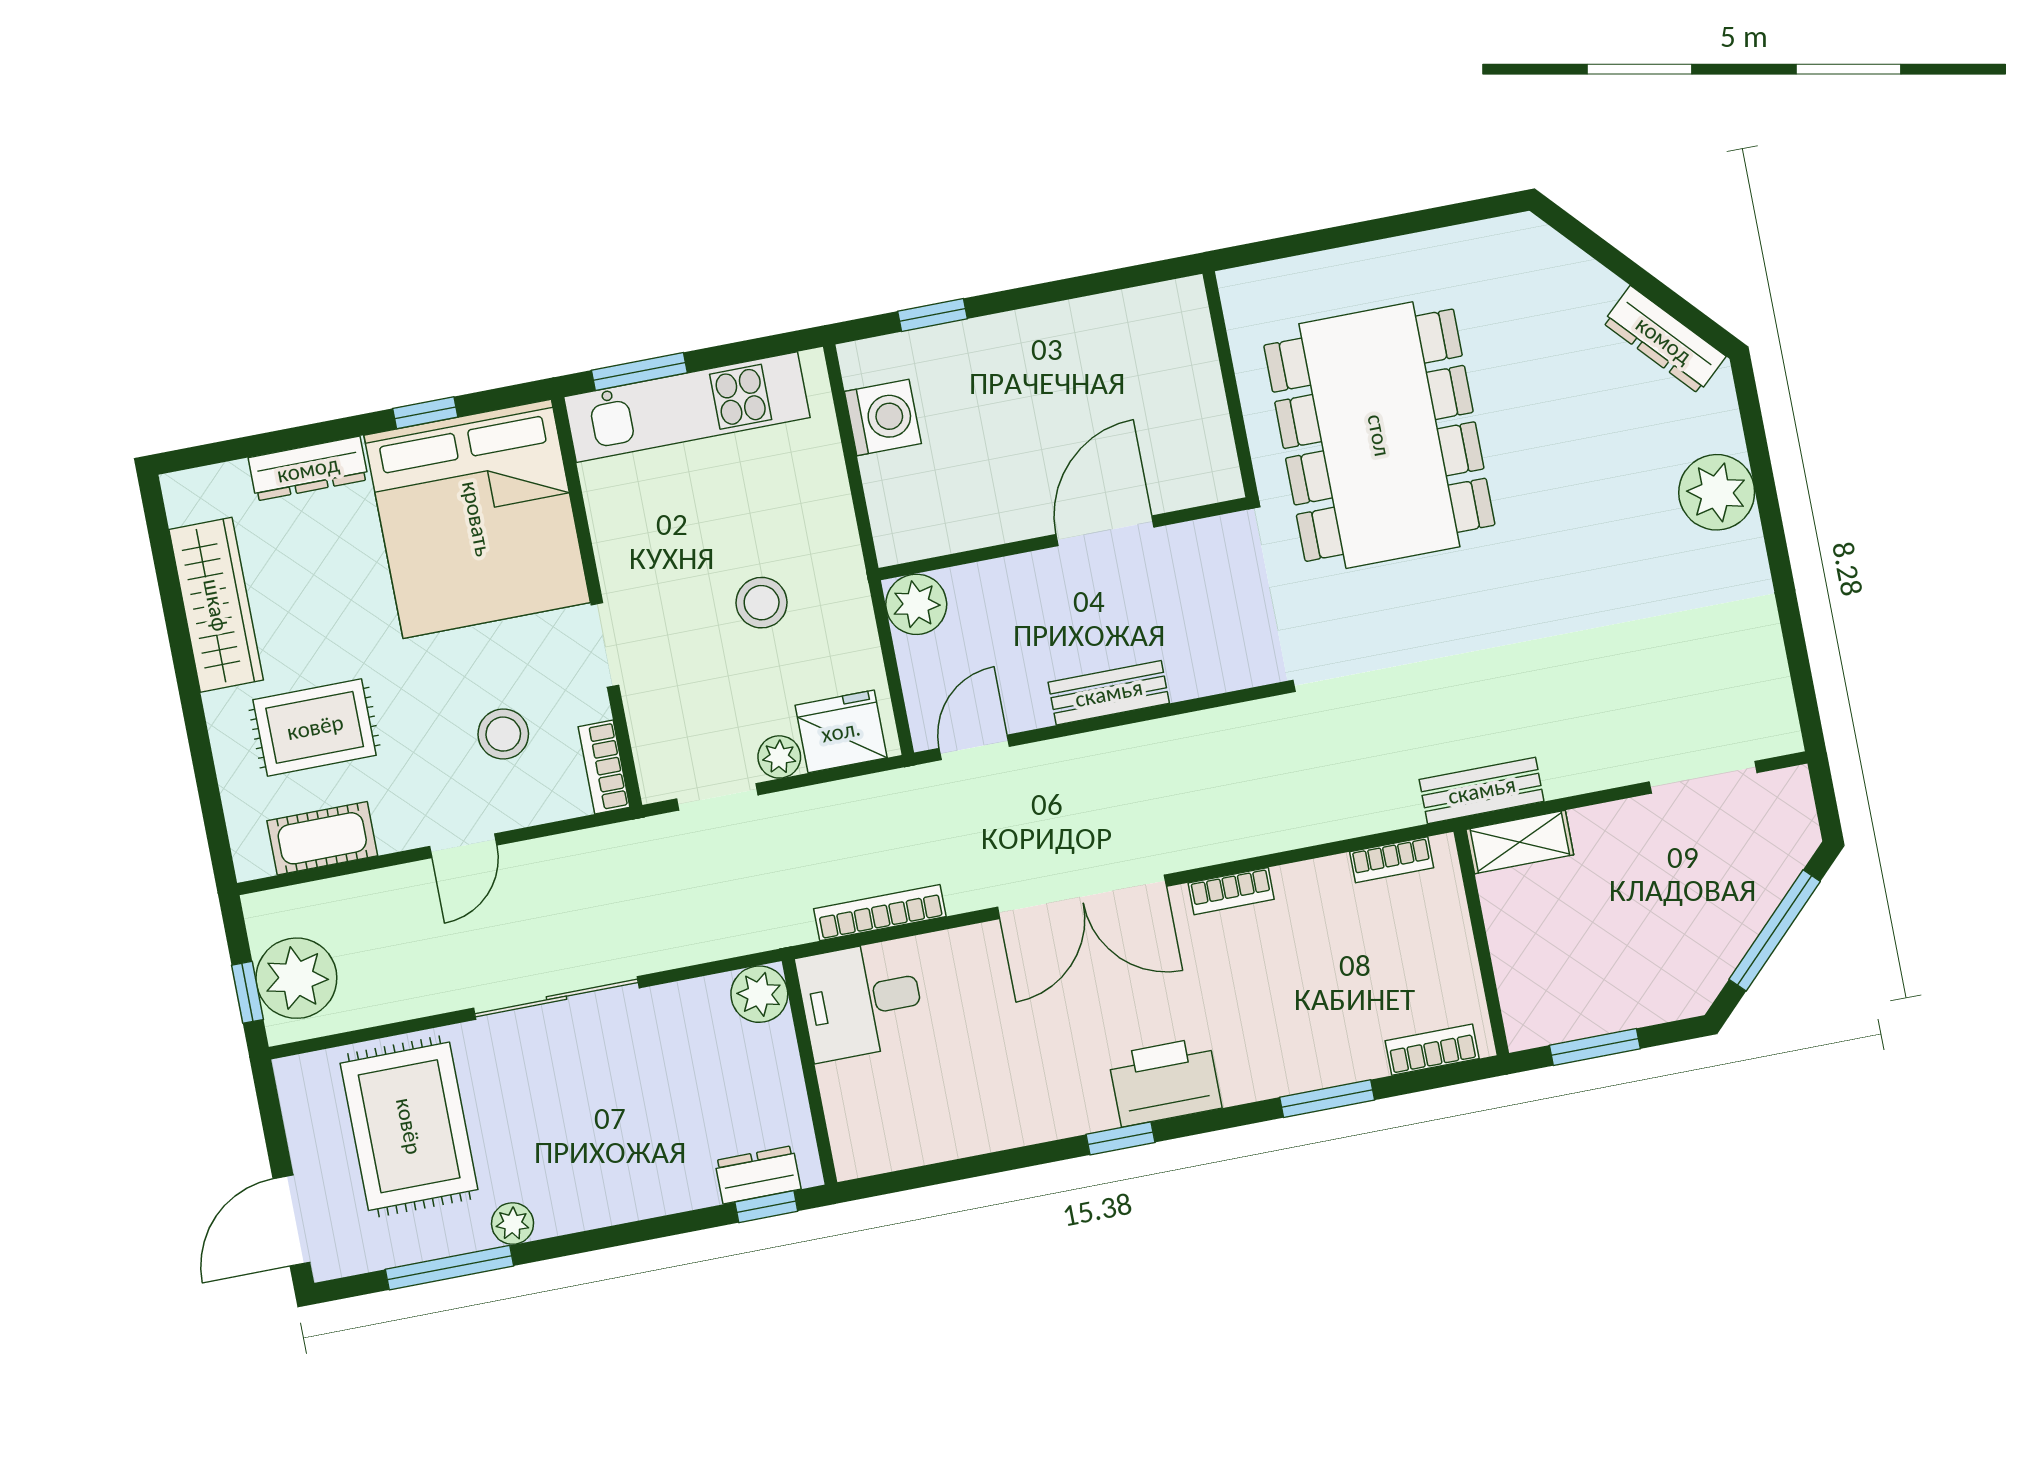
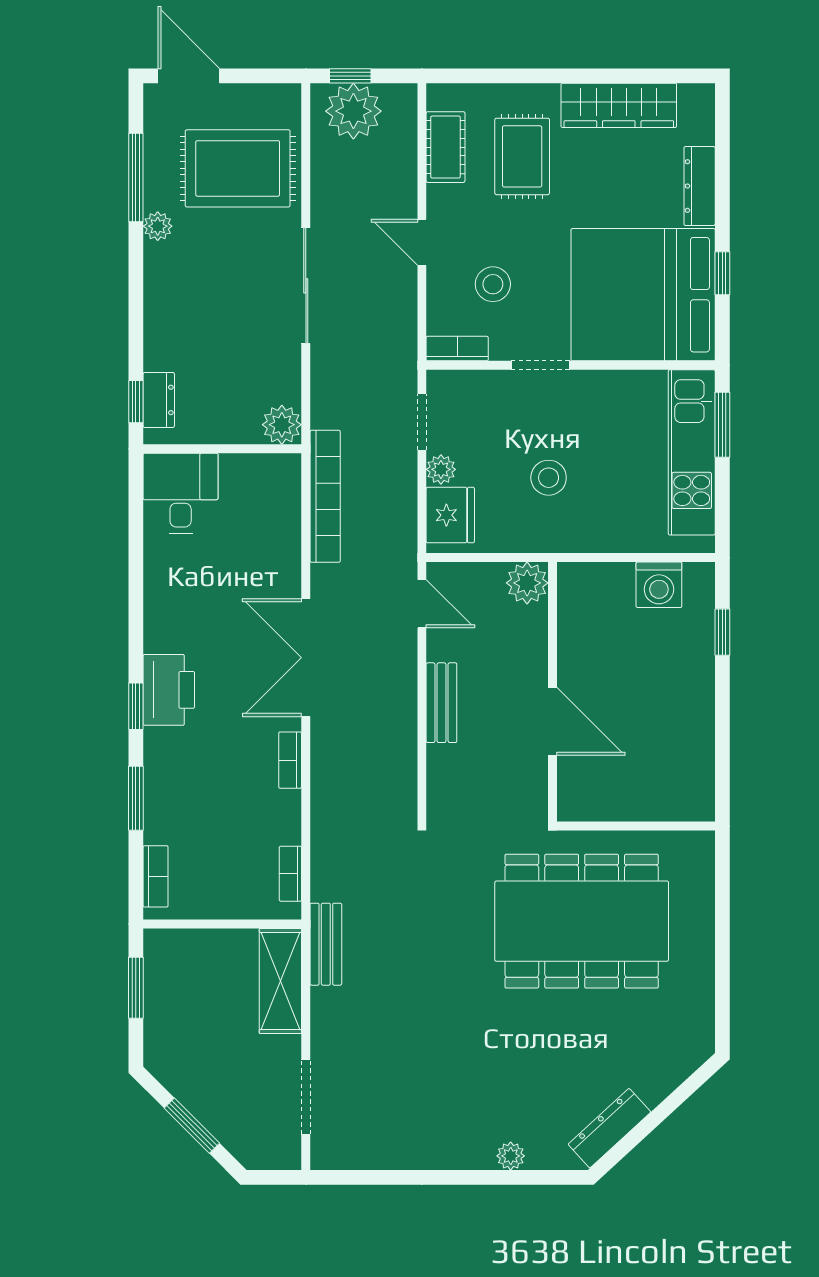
plant: (1717, 492) -> (511, 1156), width x0.53, depth x0.53
shelving: (1520, 842) -> (280, 981), width x1.50, depth x1.33
bookcase: (880, 913) -> (325, 496), width x1.48, depth x1.31
window: (1775, 930) -> (192, 1126), width x0.69
desk: (861, 1000) -> (181, 493), moved
window: (1121, 1138) -> (136, 706), moved

